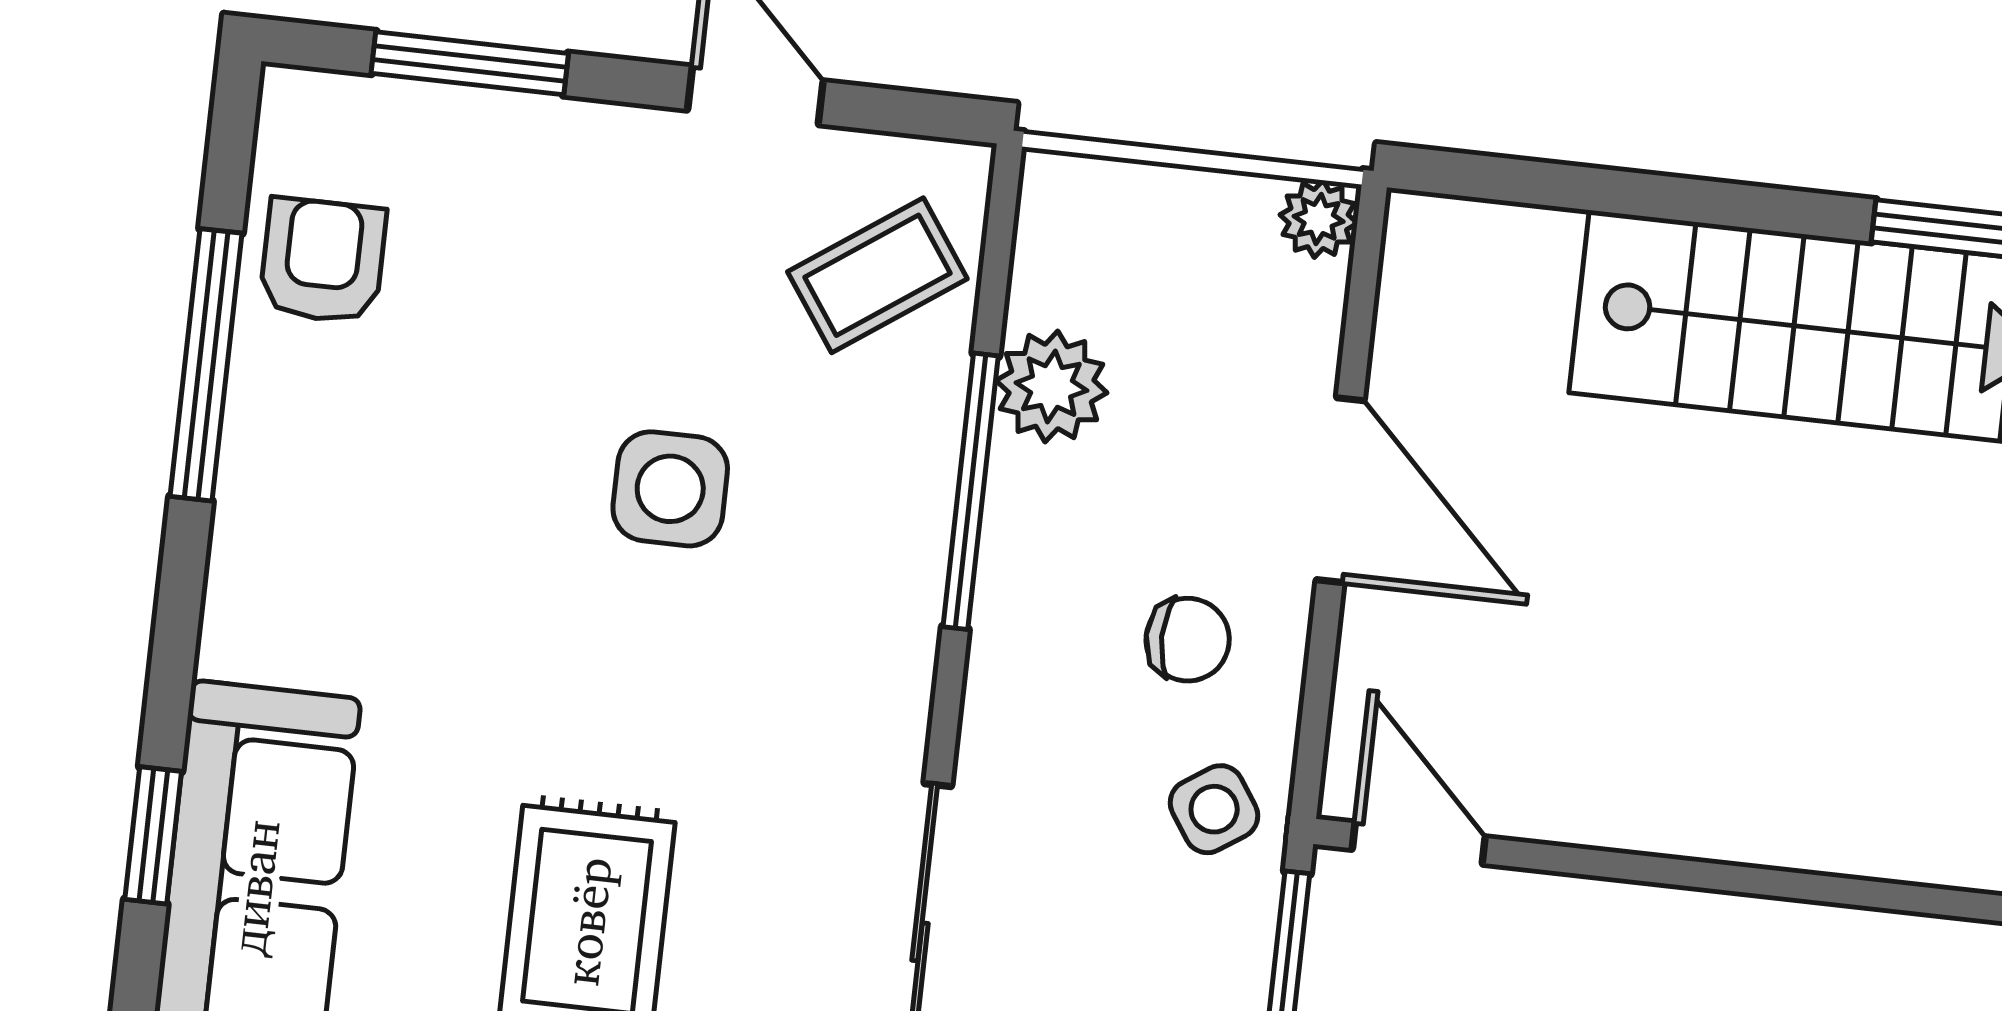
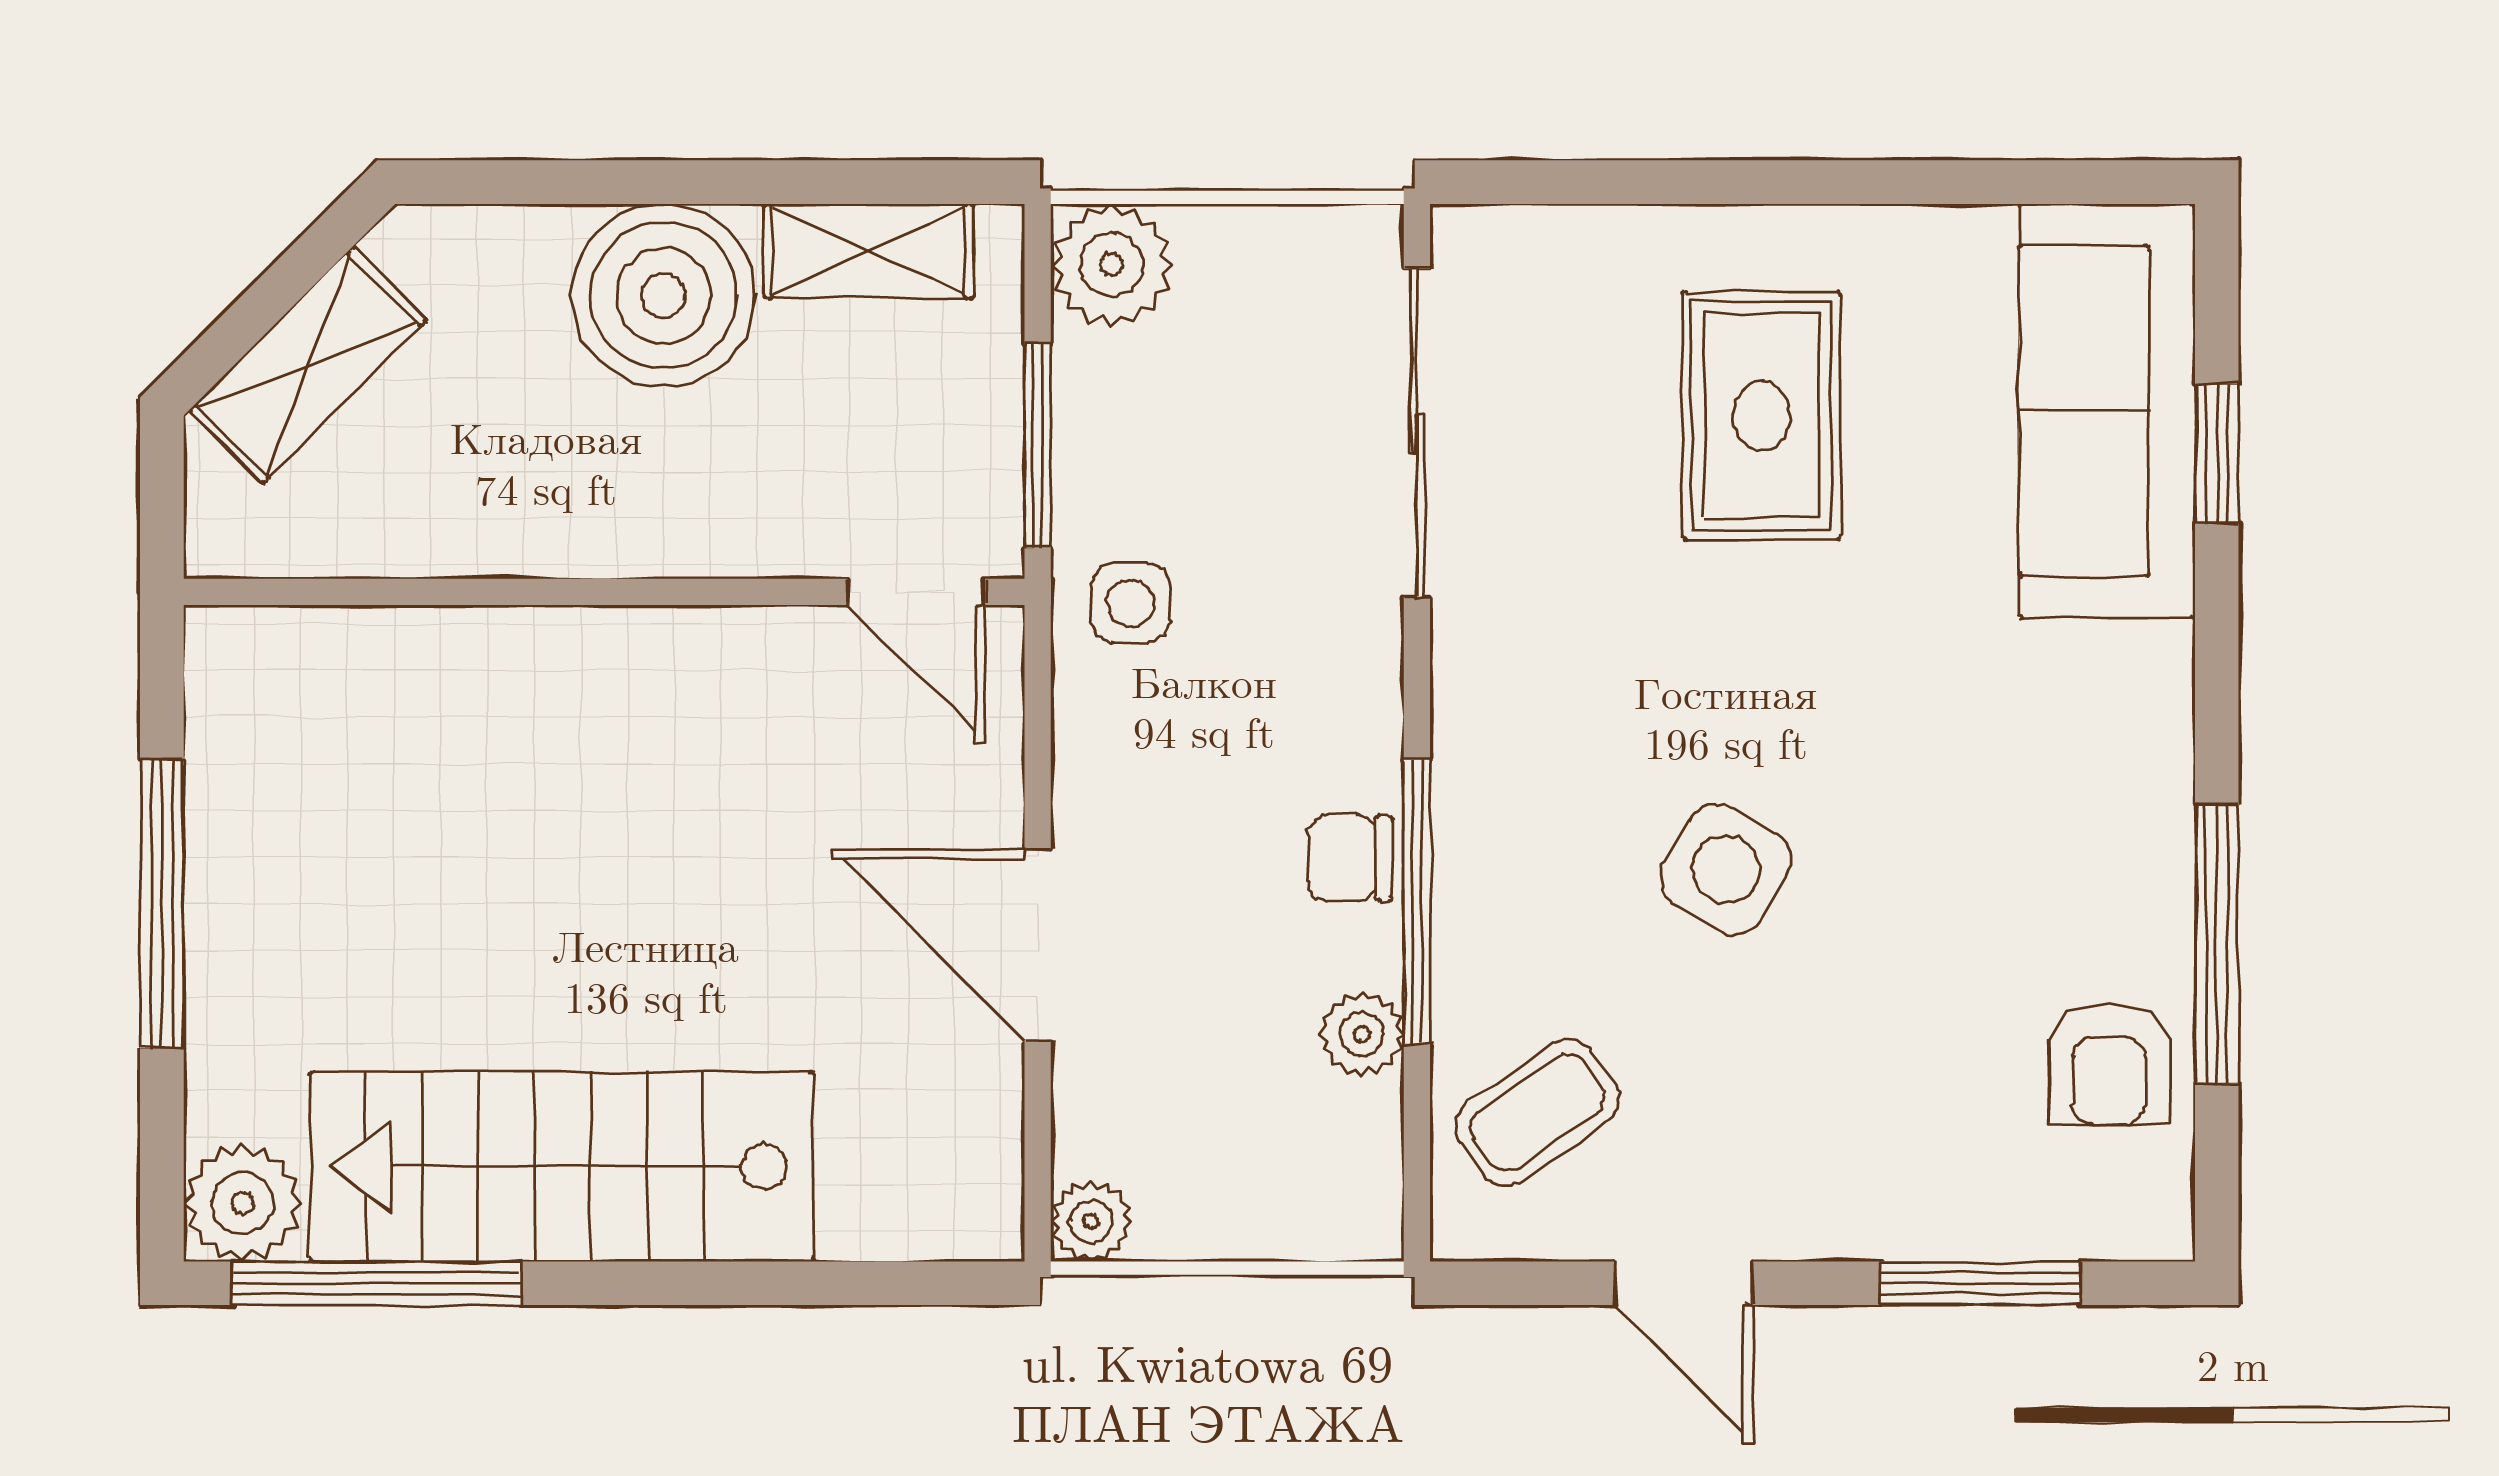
plant: (1051, 387) -> (1362, 1034), width x0.73, depth x0.73
side table: (670, 489) -> (1726, 869), turned 30
chair: (1188, 640) -> (1350, 858), moved
side table: (1214, 809) -> (1130, 603), turned 34

